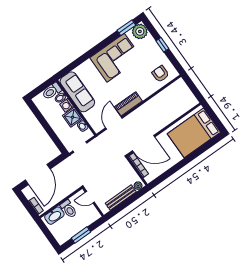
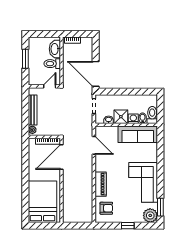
piano: (128, 104) -> (101, 184), moved
door: (38, 174) -> (96, 74), moved

